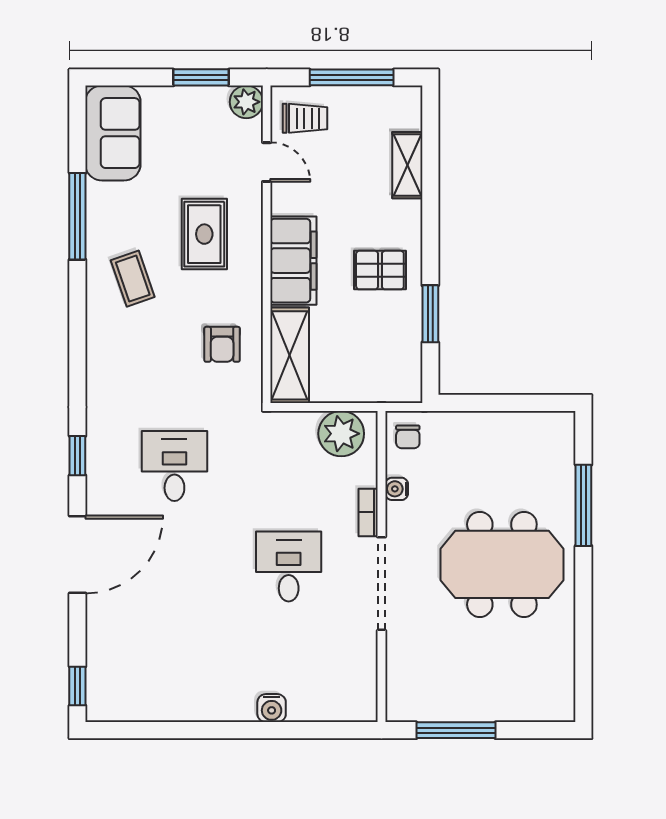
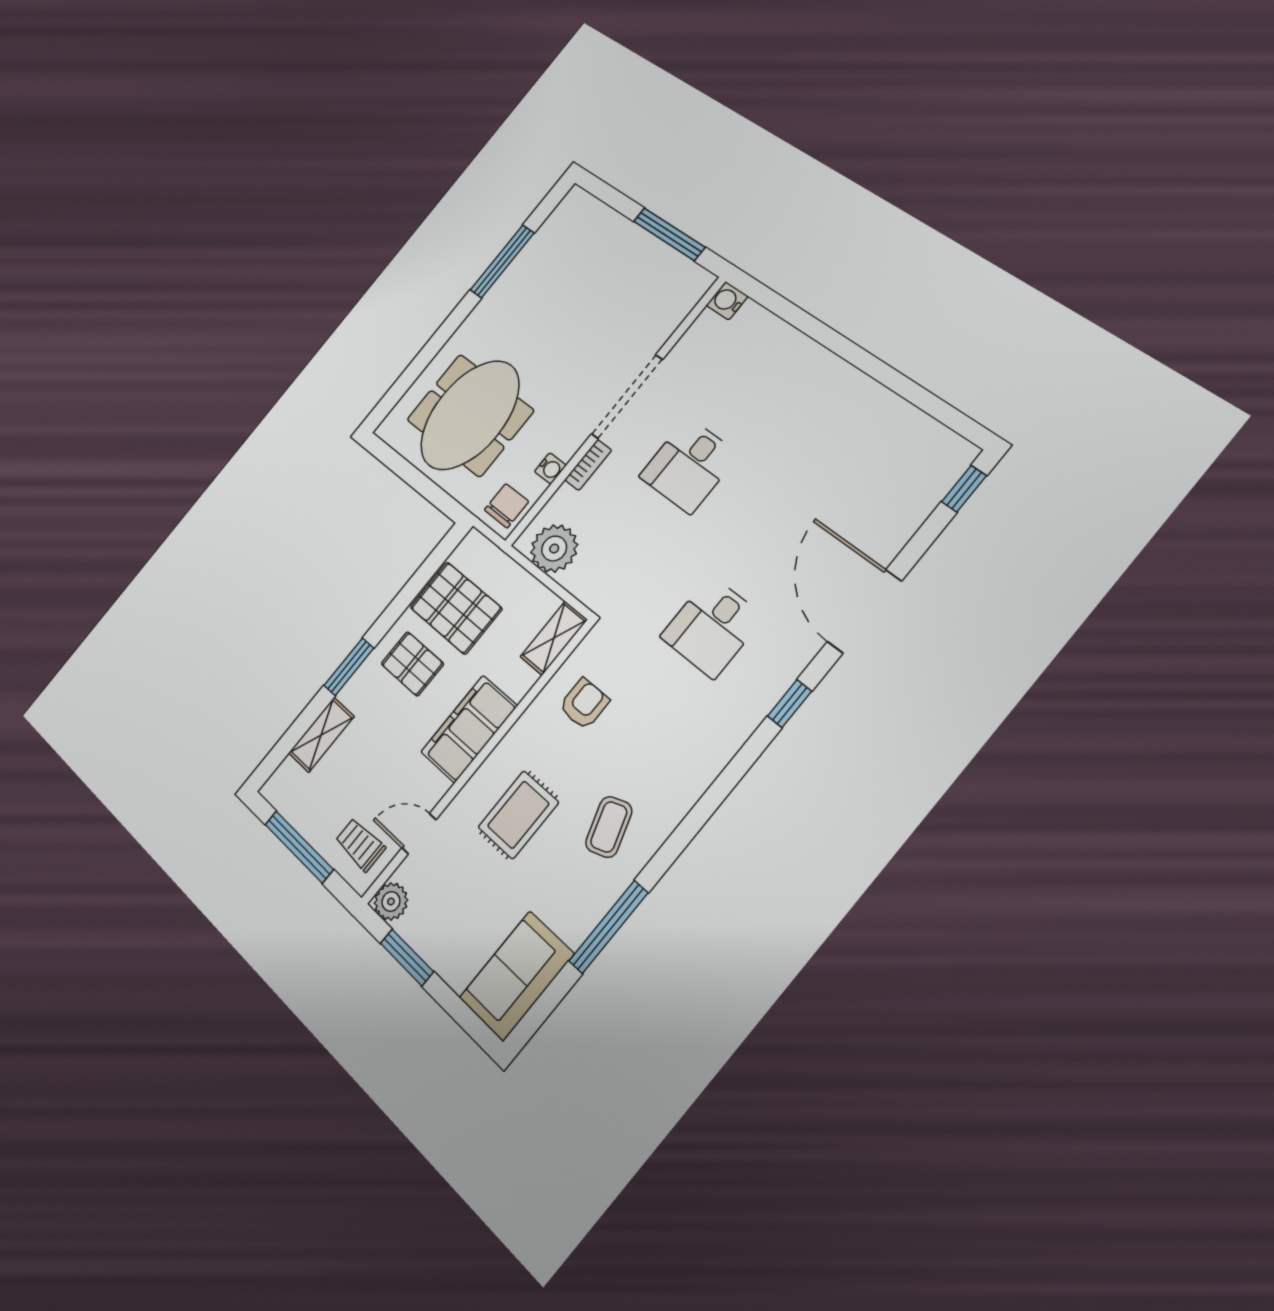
door: (267, 162) -> (419, 834), hinge flipped
window: (430, 314) -> (349, 667), moved
pallet: (381, 335) -> (456, 608), added
shelving: (290, 355) -> (554, 638), width x0.67, depth x0.75
chair: (408, 437) -> (507, 506), width x1.37, depth x1.37
window: (583, 505) -> (502, 261), moved
door: (77, 555) -> (864, 611), hinge flipped
meeting table: (502, 564) -> (470, 415), moved, turned 90
water cooler: (272, 708) -> (727, 301), moved, turned -90

